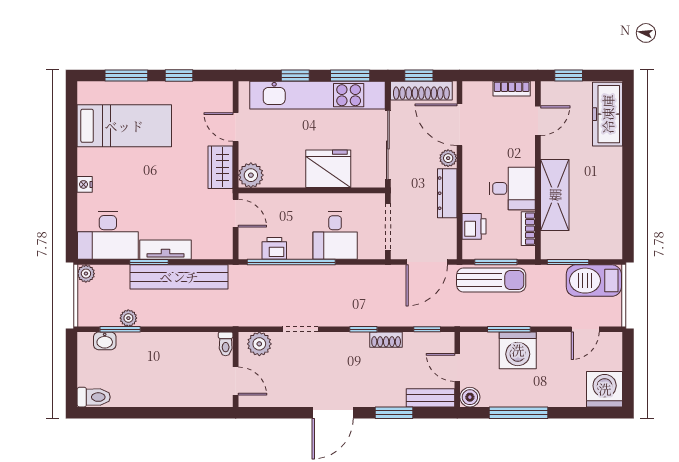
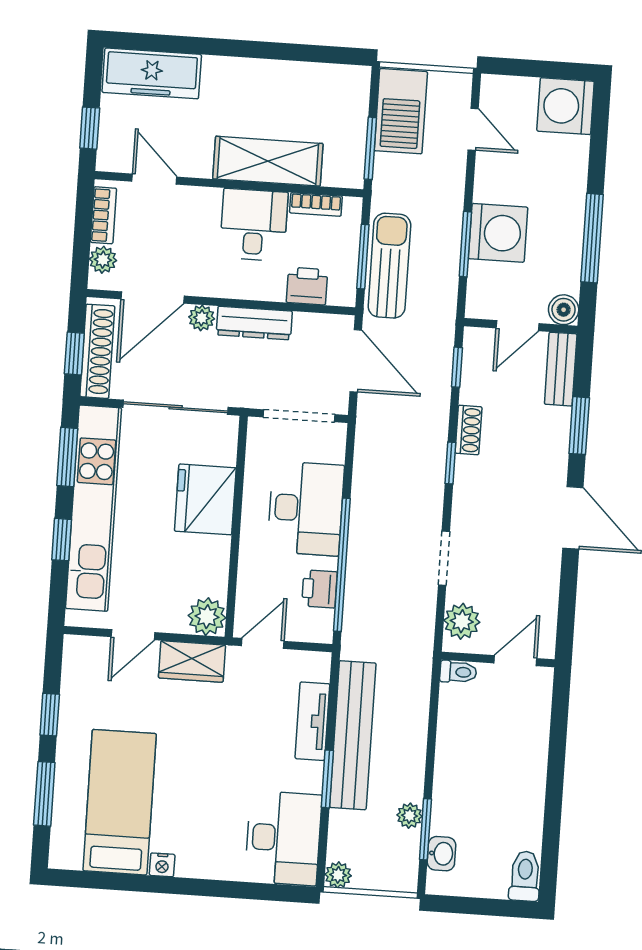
plant: (482, 90) -> (103, 260), added
nightstand: (85, 184) -> (162, 865), moved
desk: (335, 236) -> (306, 508), width x1.37
tv unit: (166, 250) -> (312, 721), moved

